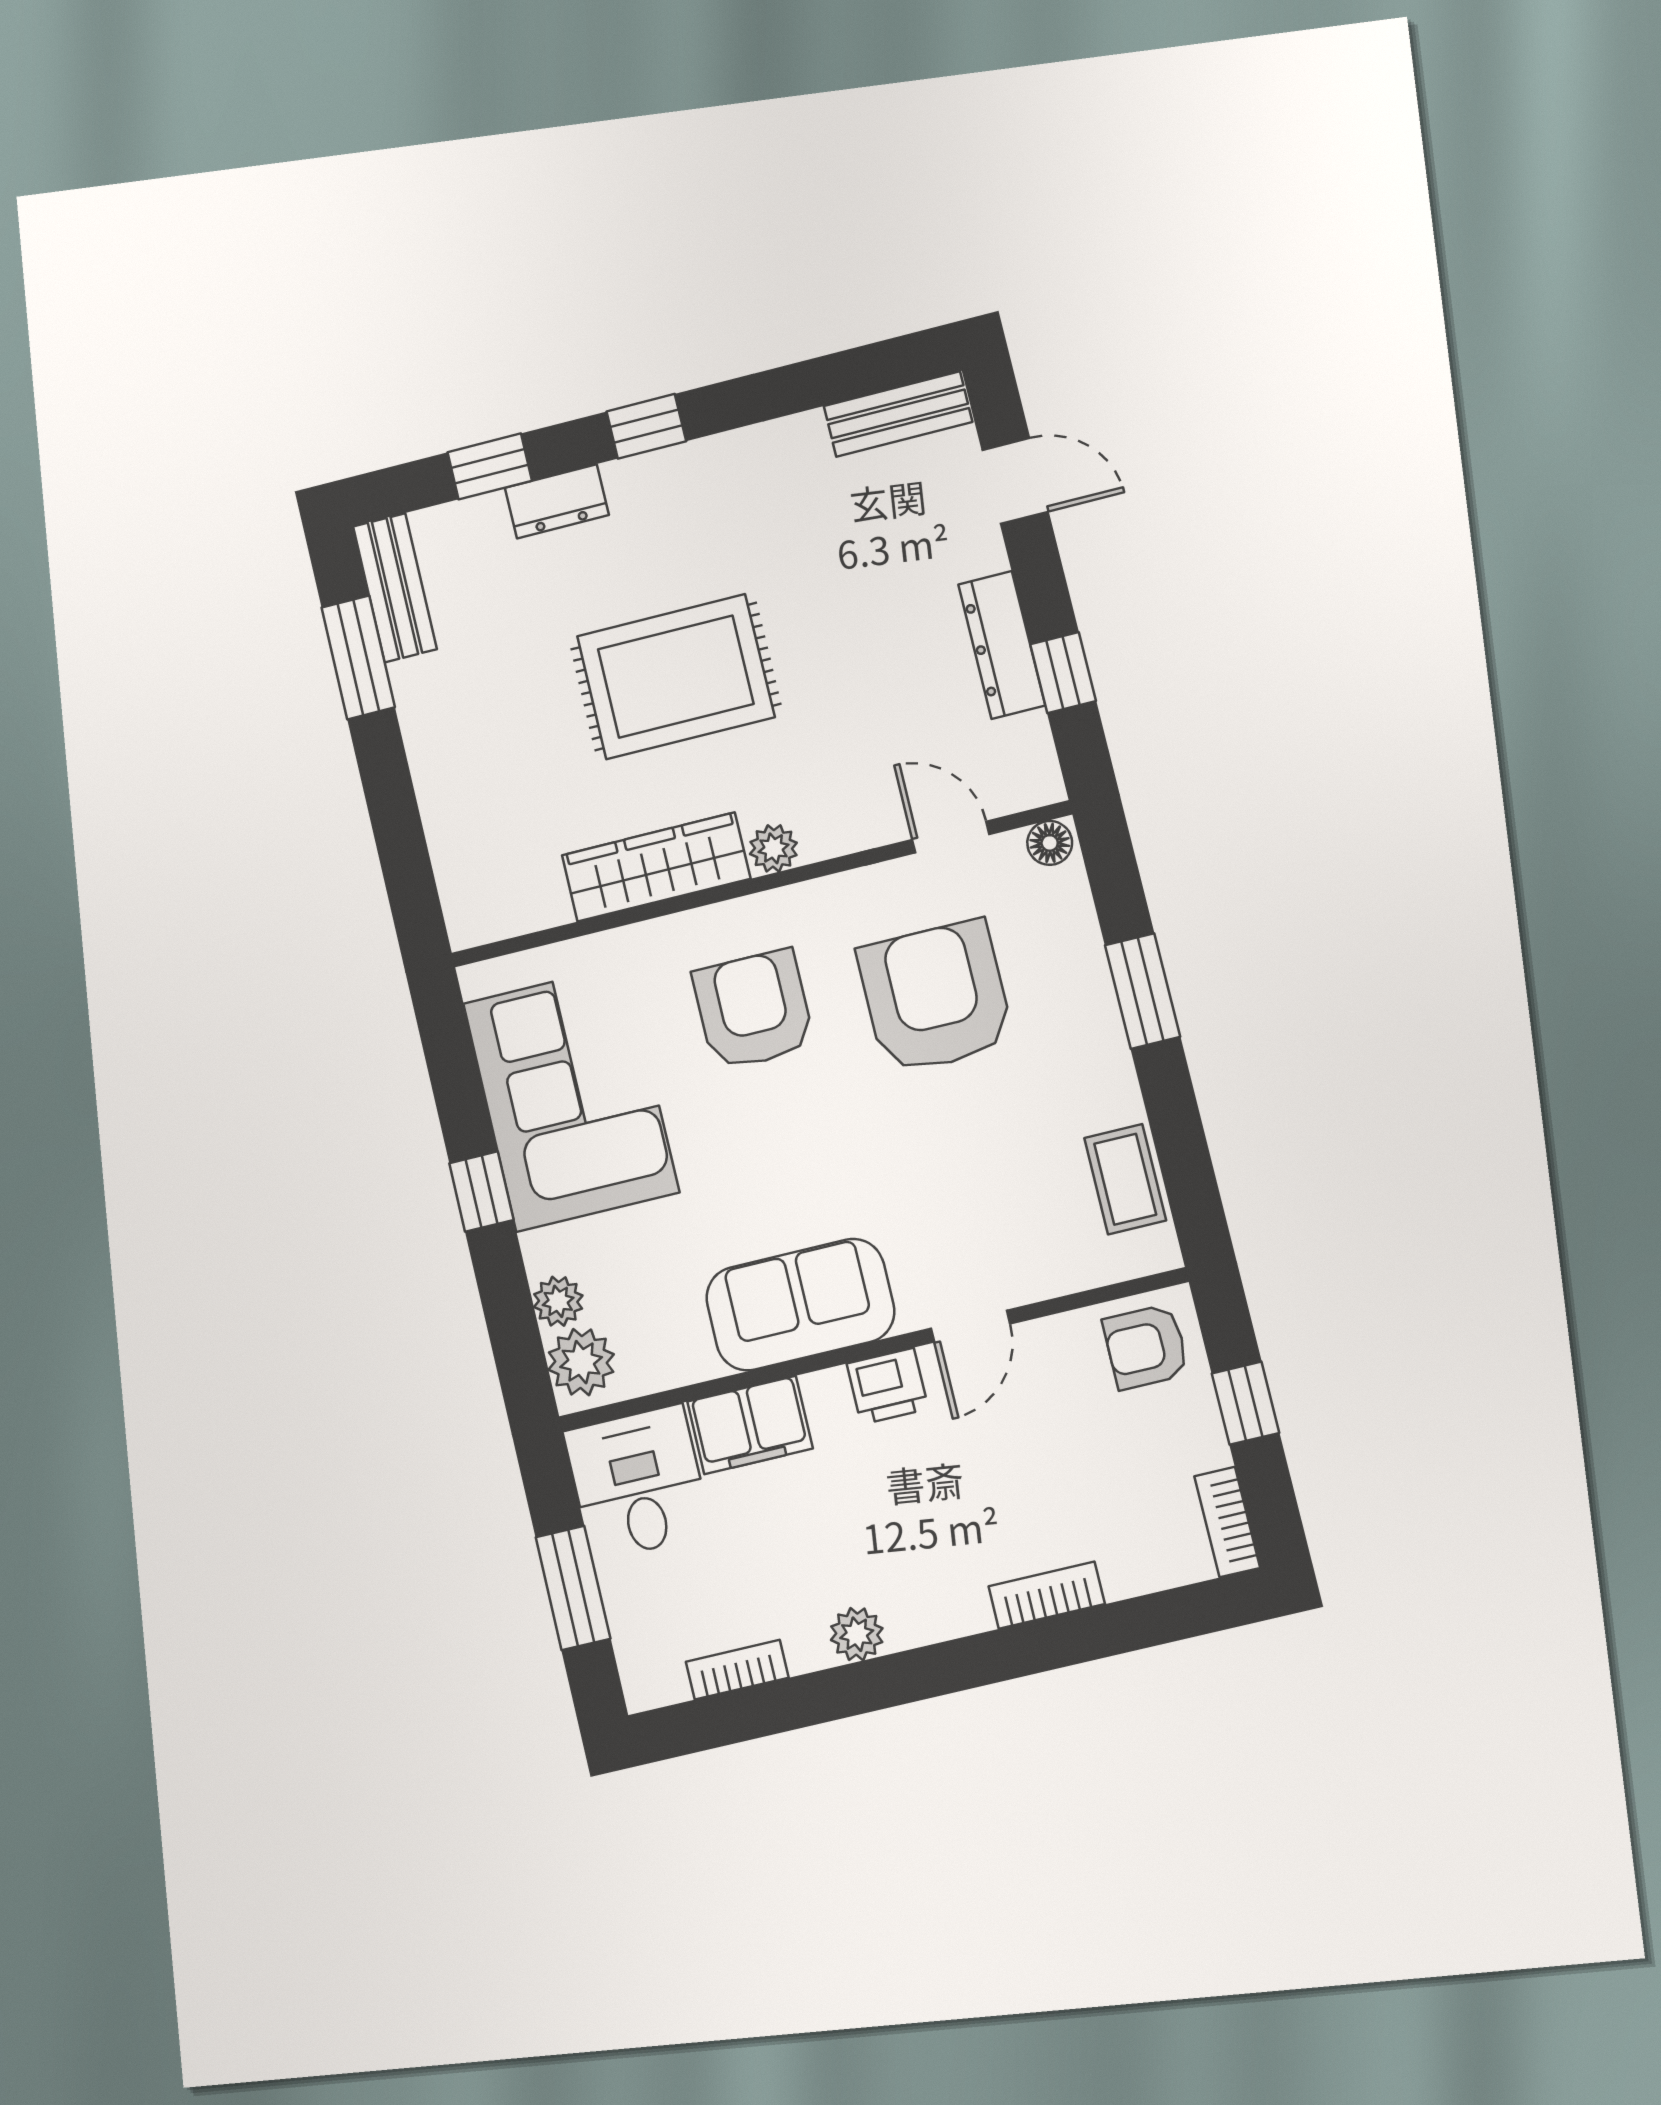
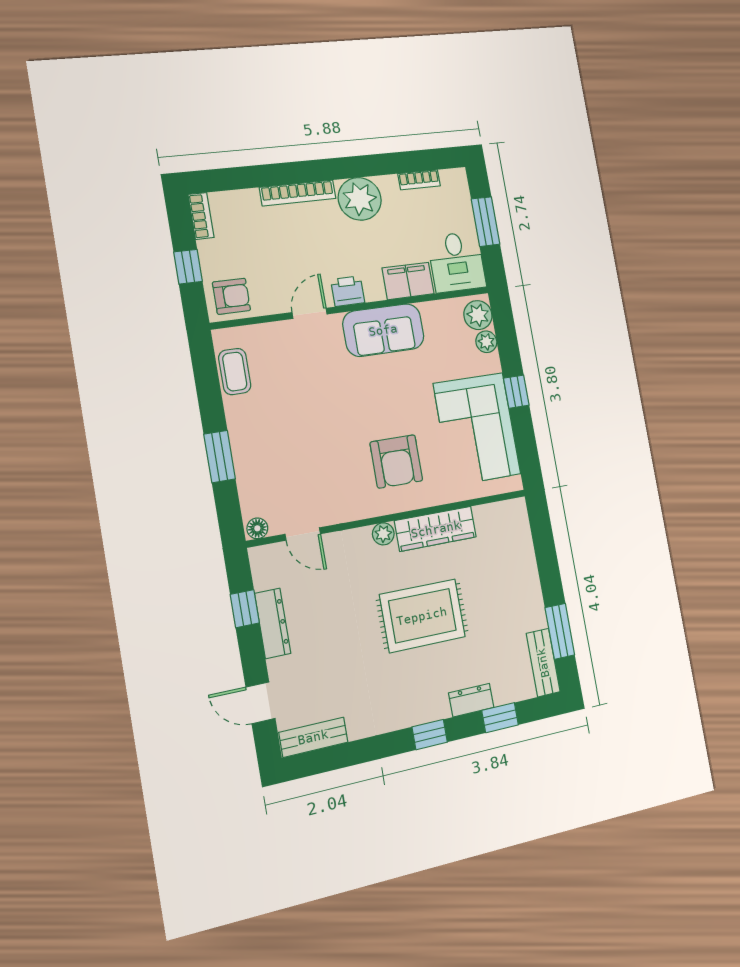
armchair: (935, 997) -> (315, 461), removed
bookcase: (1047, 1595) -> (298, 193), width x1.56
plant: (857, 1634) -> (360, 199), width x1.88, depth x1.88

